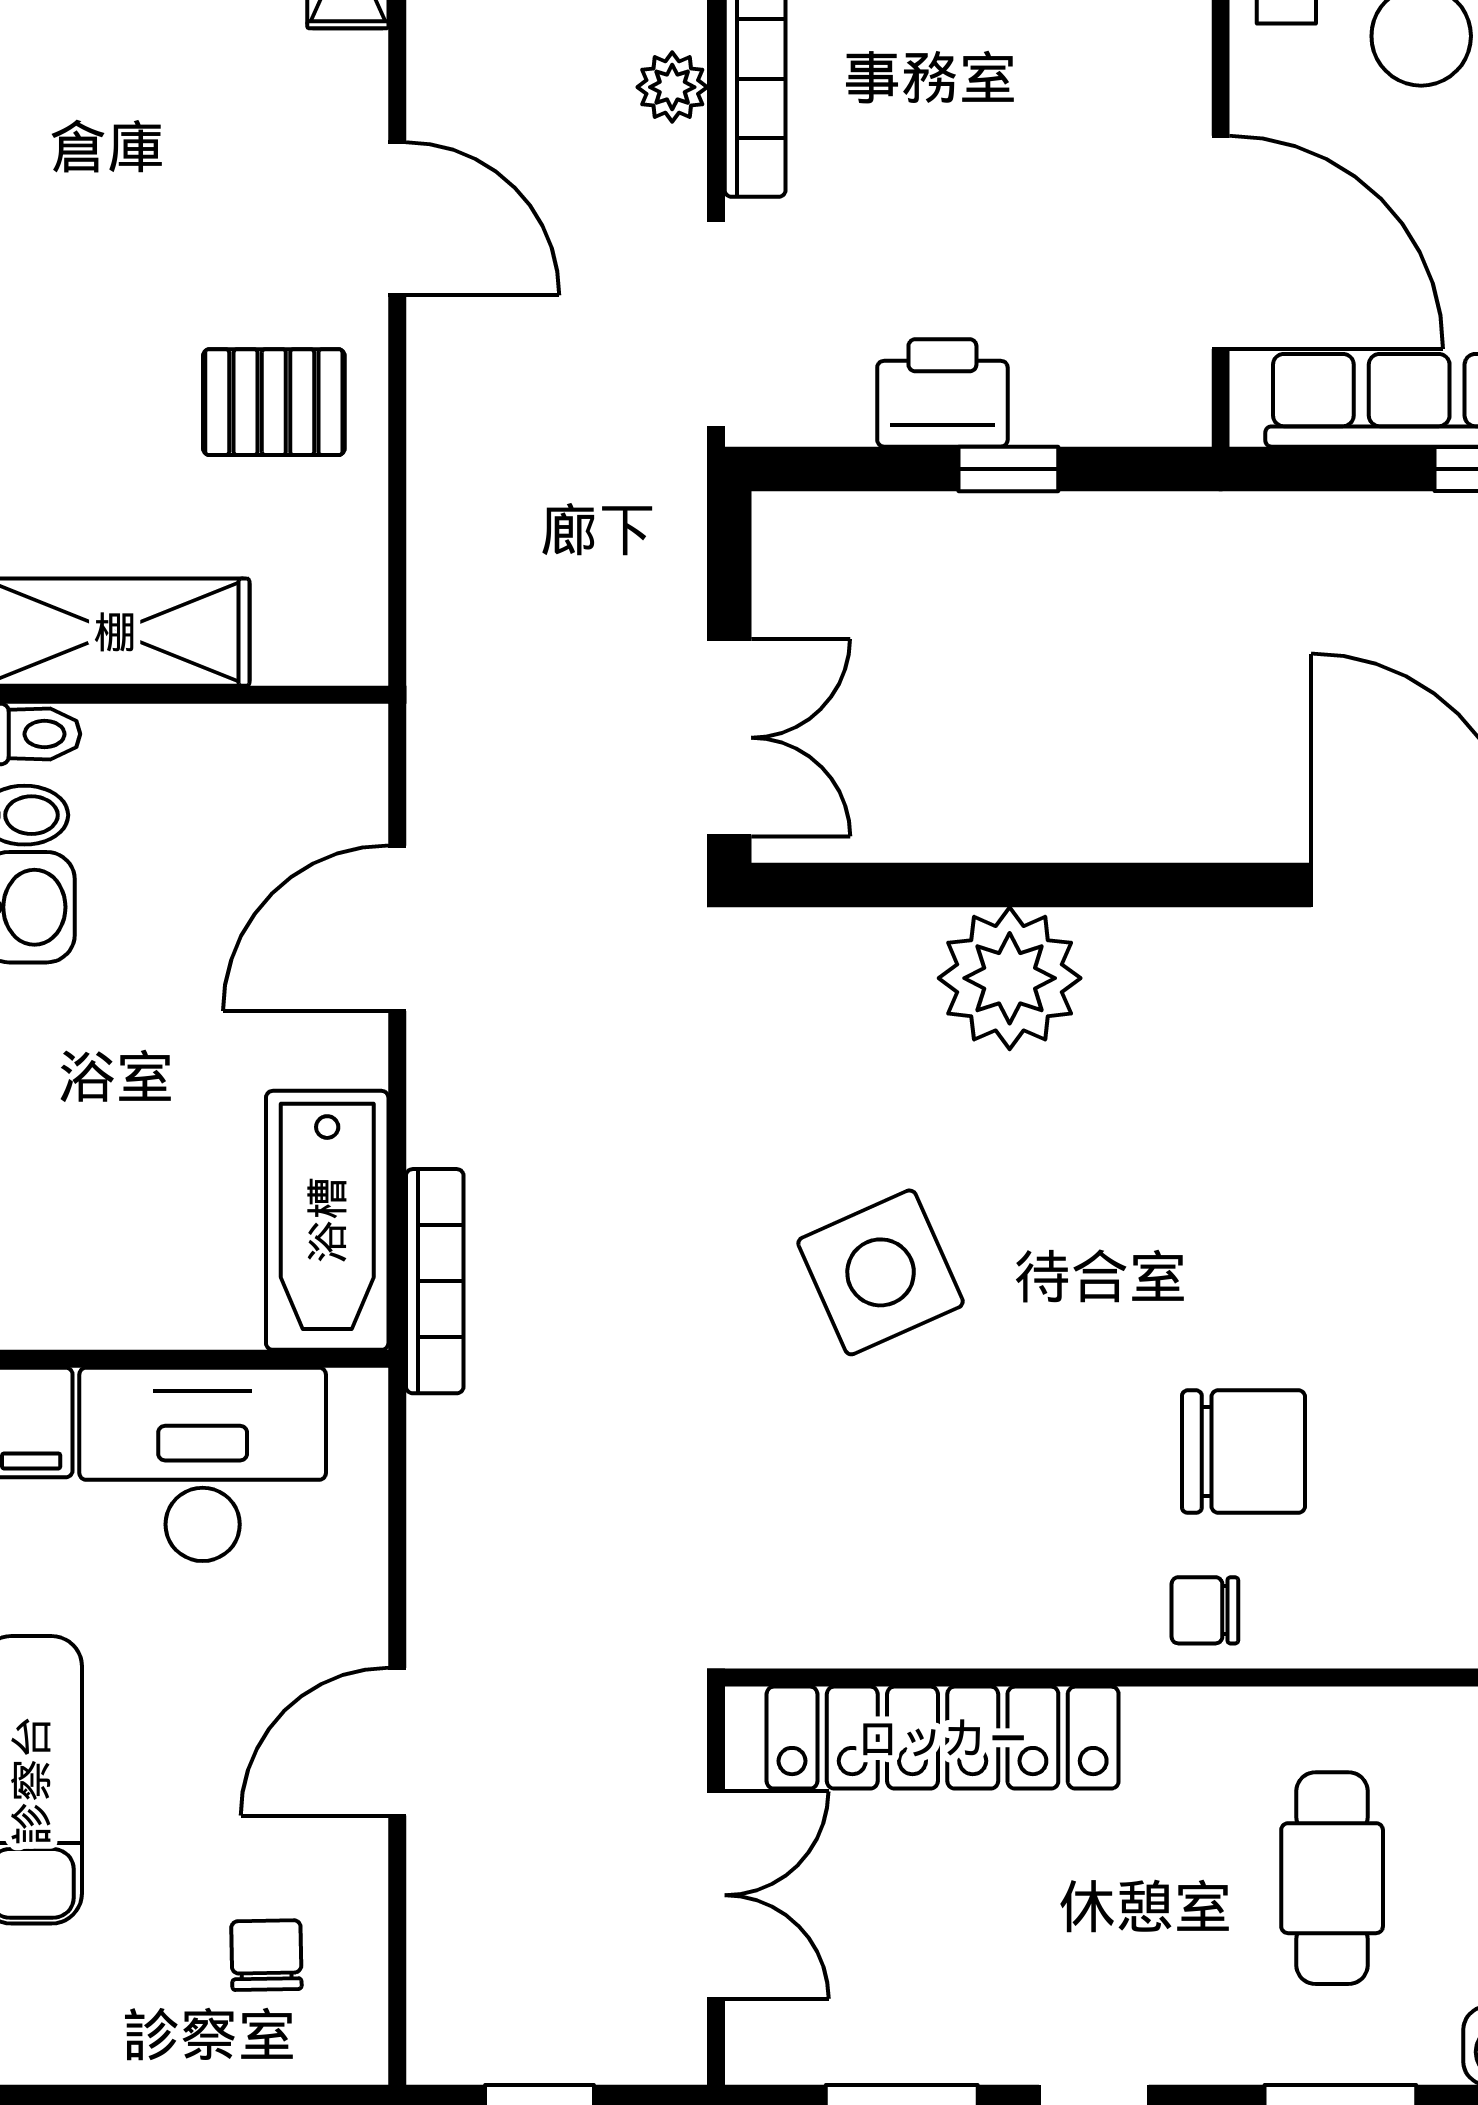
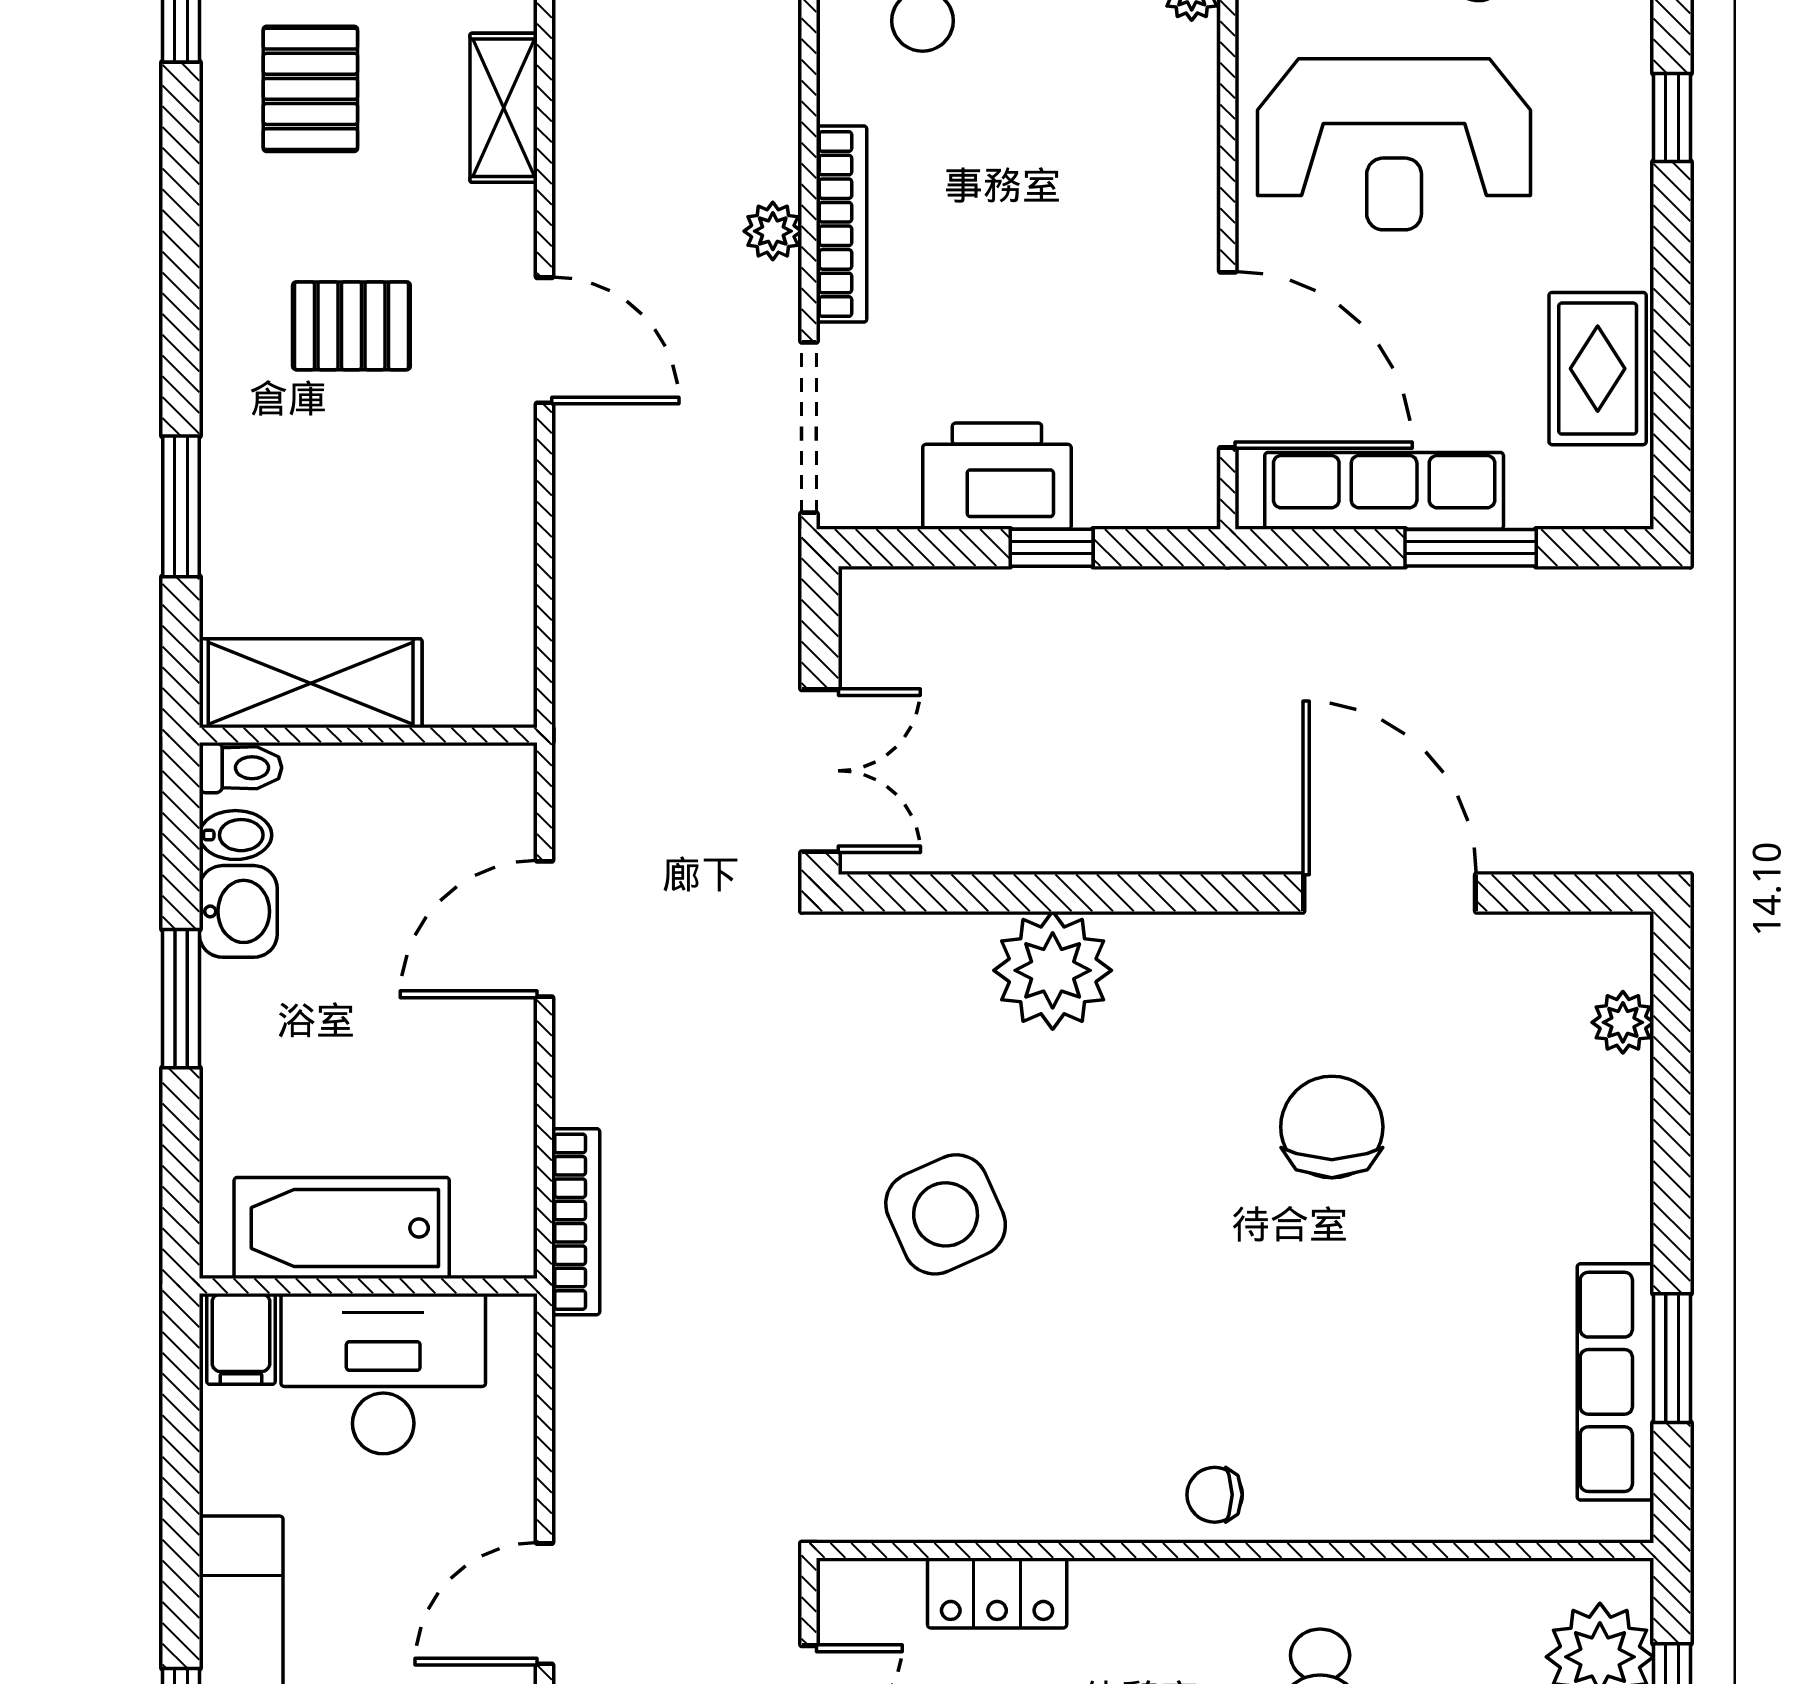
printer: (942, 393) -> (997, 476), width x1.37, depth x1.19
pallet: (274, 402) -> (351, 326), moved
bathtub: (327, 1220) -> (342, 1228), moved, turned 90
chair: (1243, 1452) -> (1332, 1127), moved, turned -90
locker: (943, 1738) -> (997, 1593), width x0.46, depth x0.83

